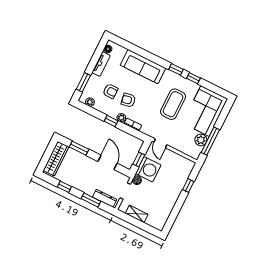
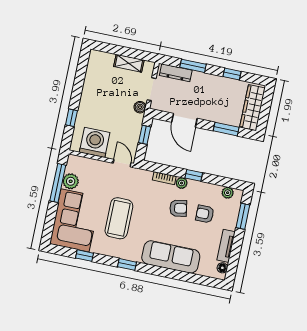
window: (193, 78) -> (84, 256), moved
washing machine: (148, 169) -> (95, 142), moved, turned 90

